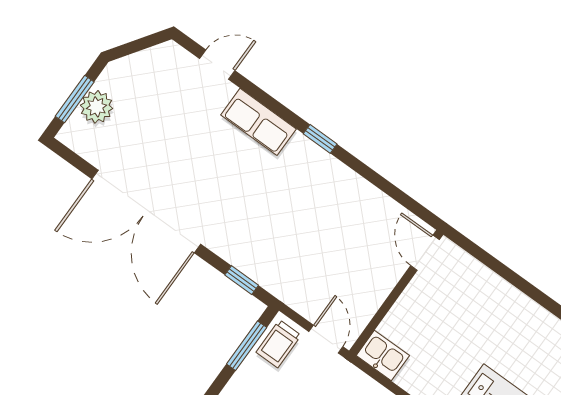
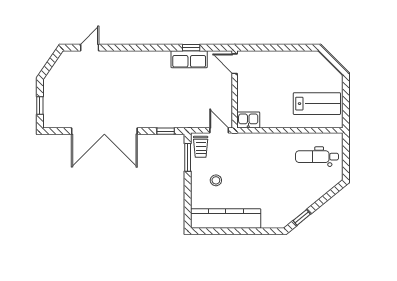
window: (75, 99) -> (40, 106), width x0.67
plant: (97, 107) -> (51, 102), removed
row of seats: (259, 122) -> (189, 59), moved
window: (320, 139) -> (191, 48), moved

